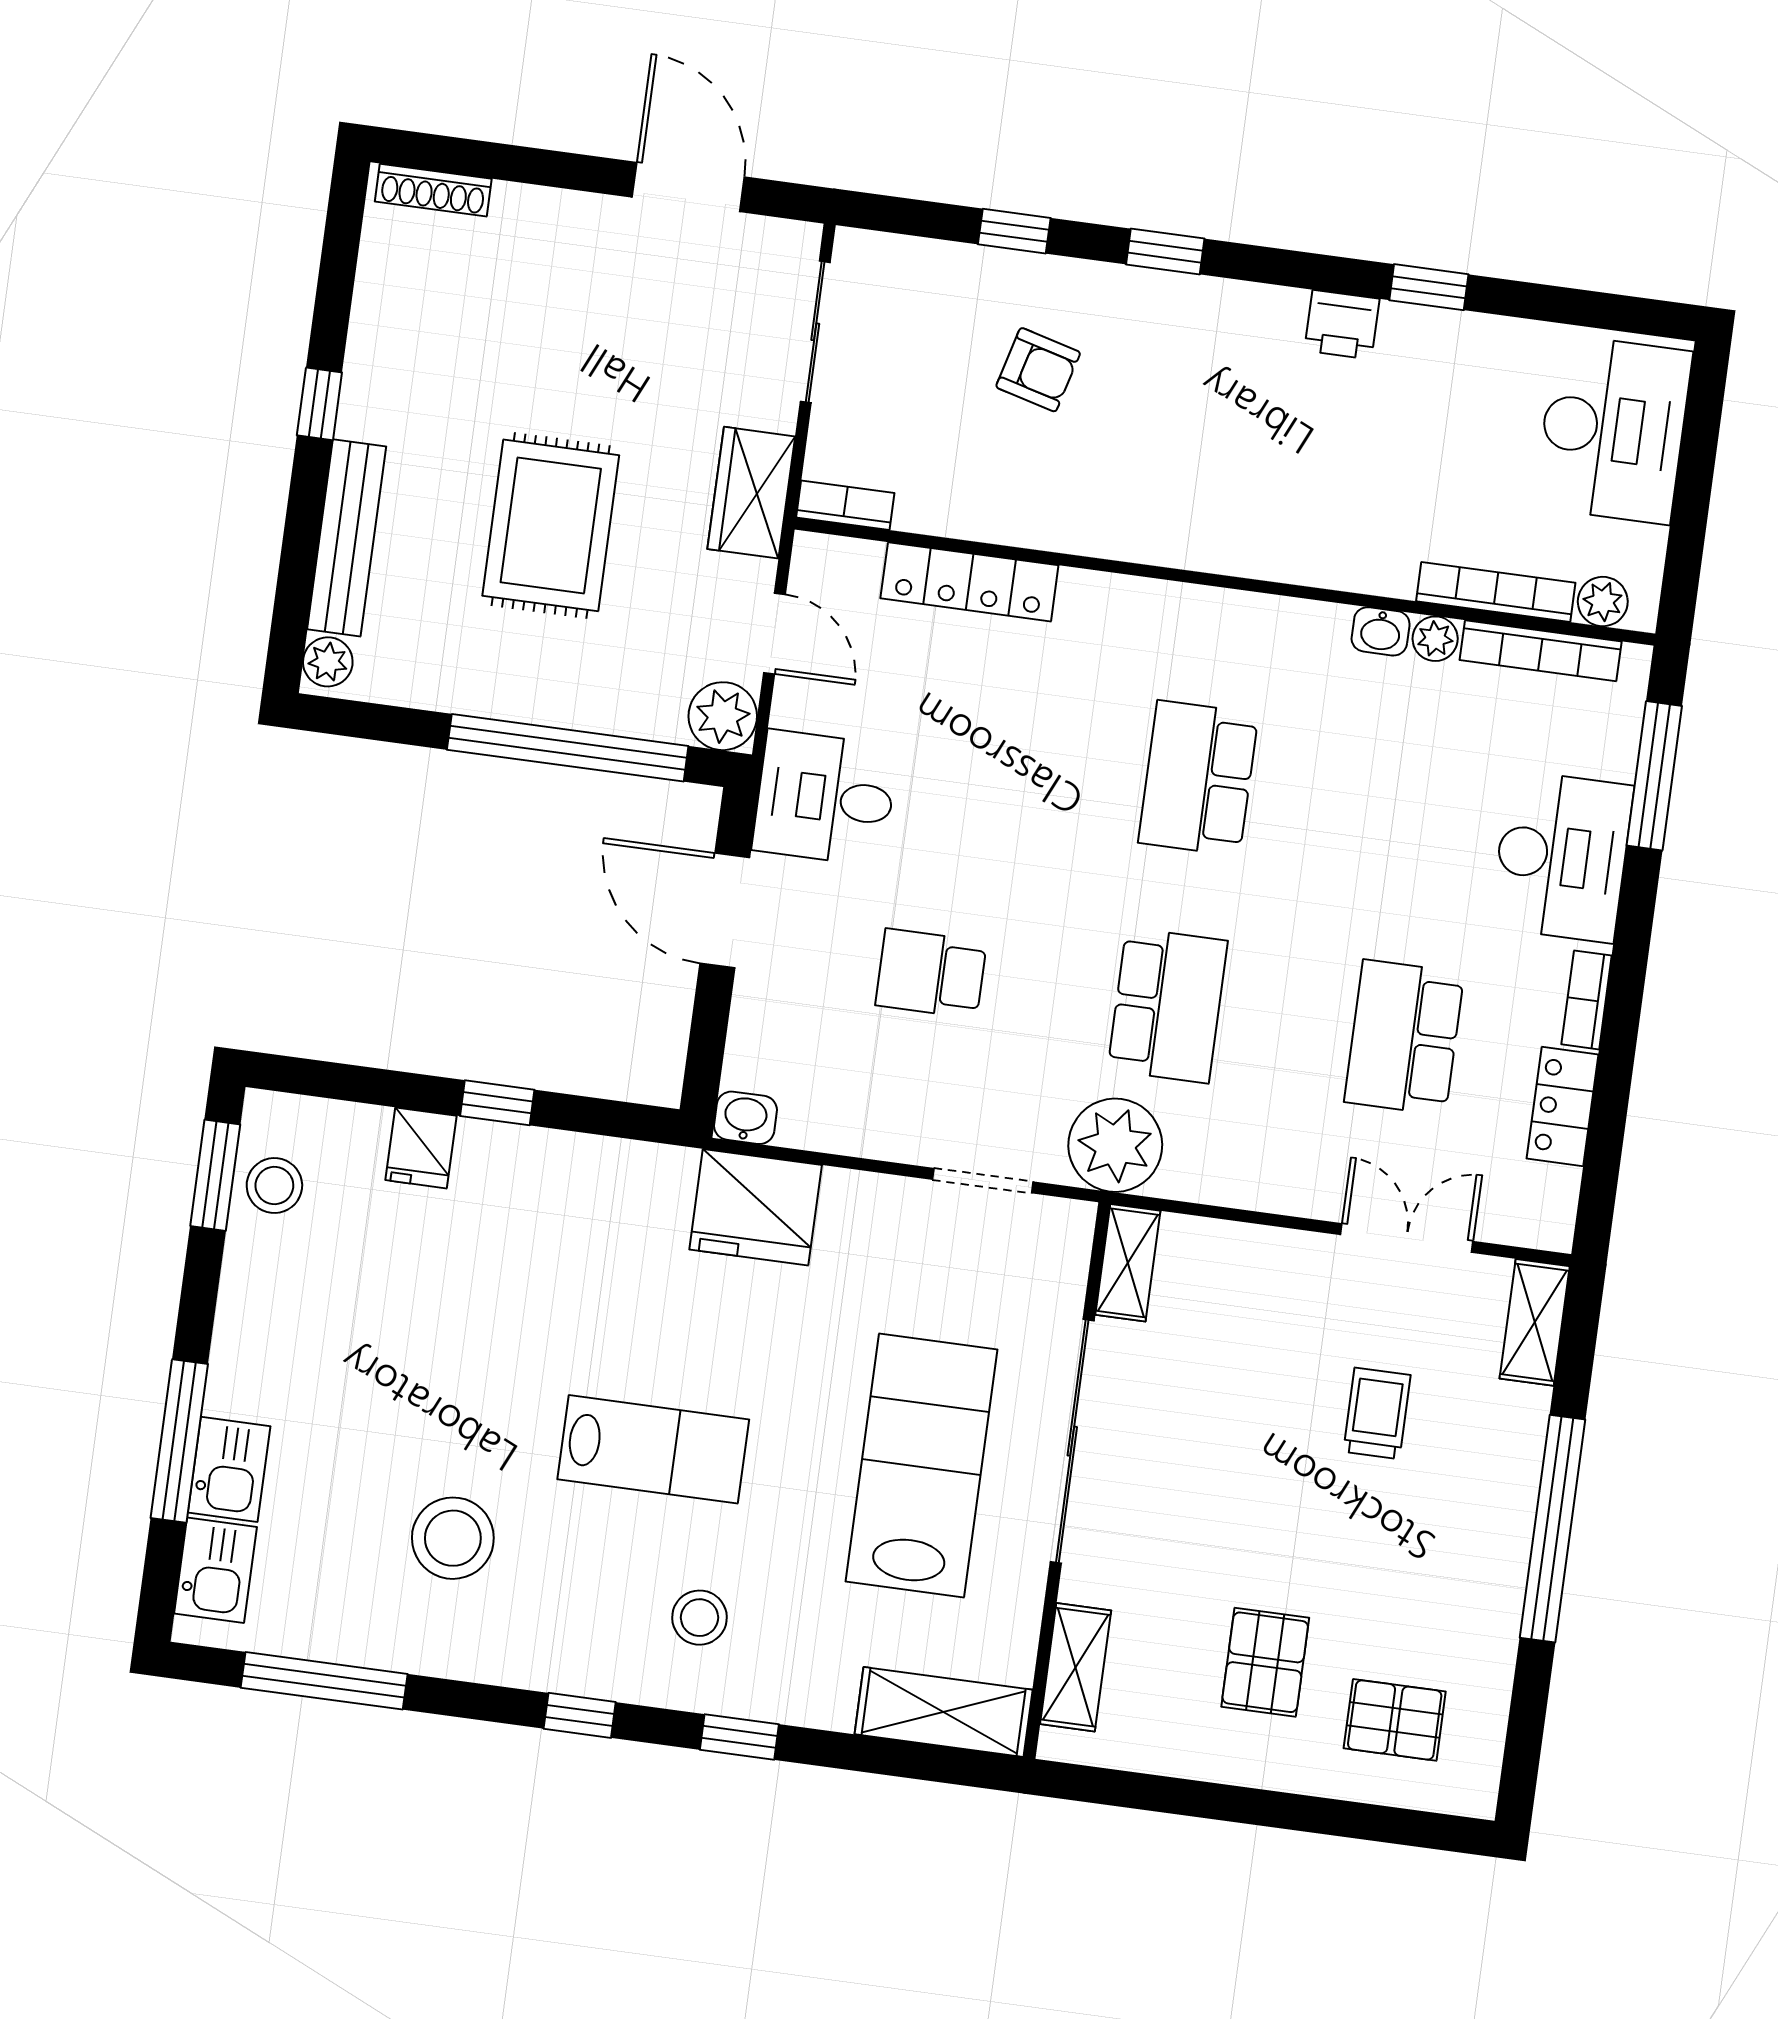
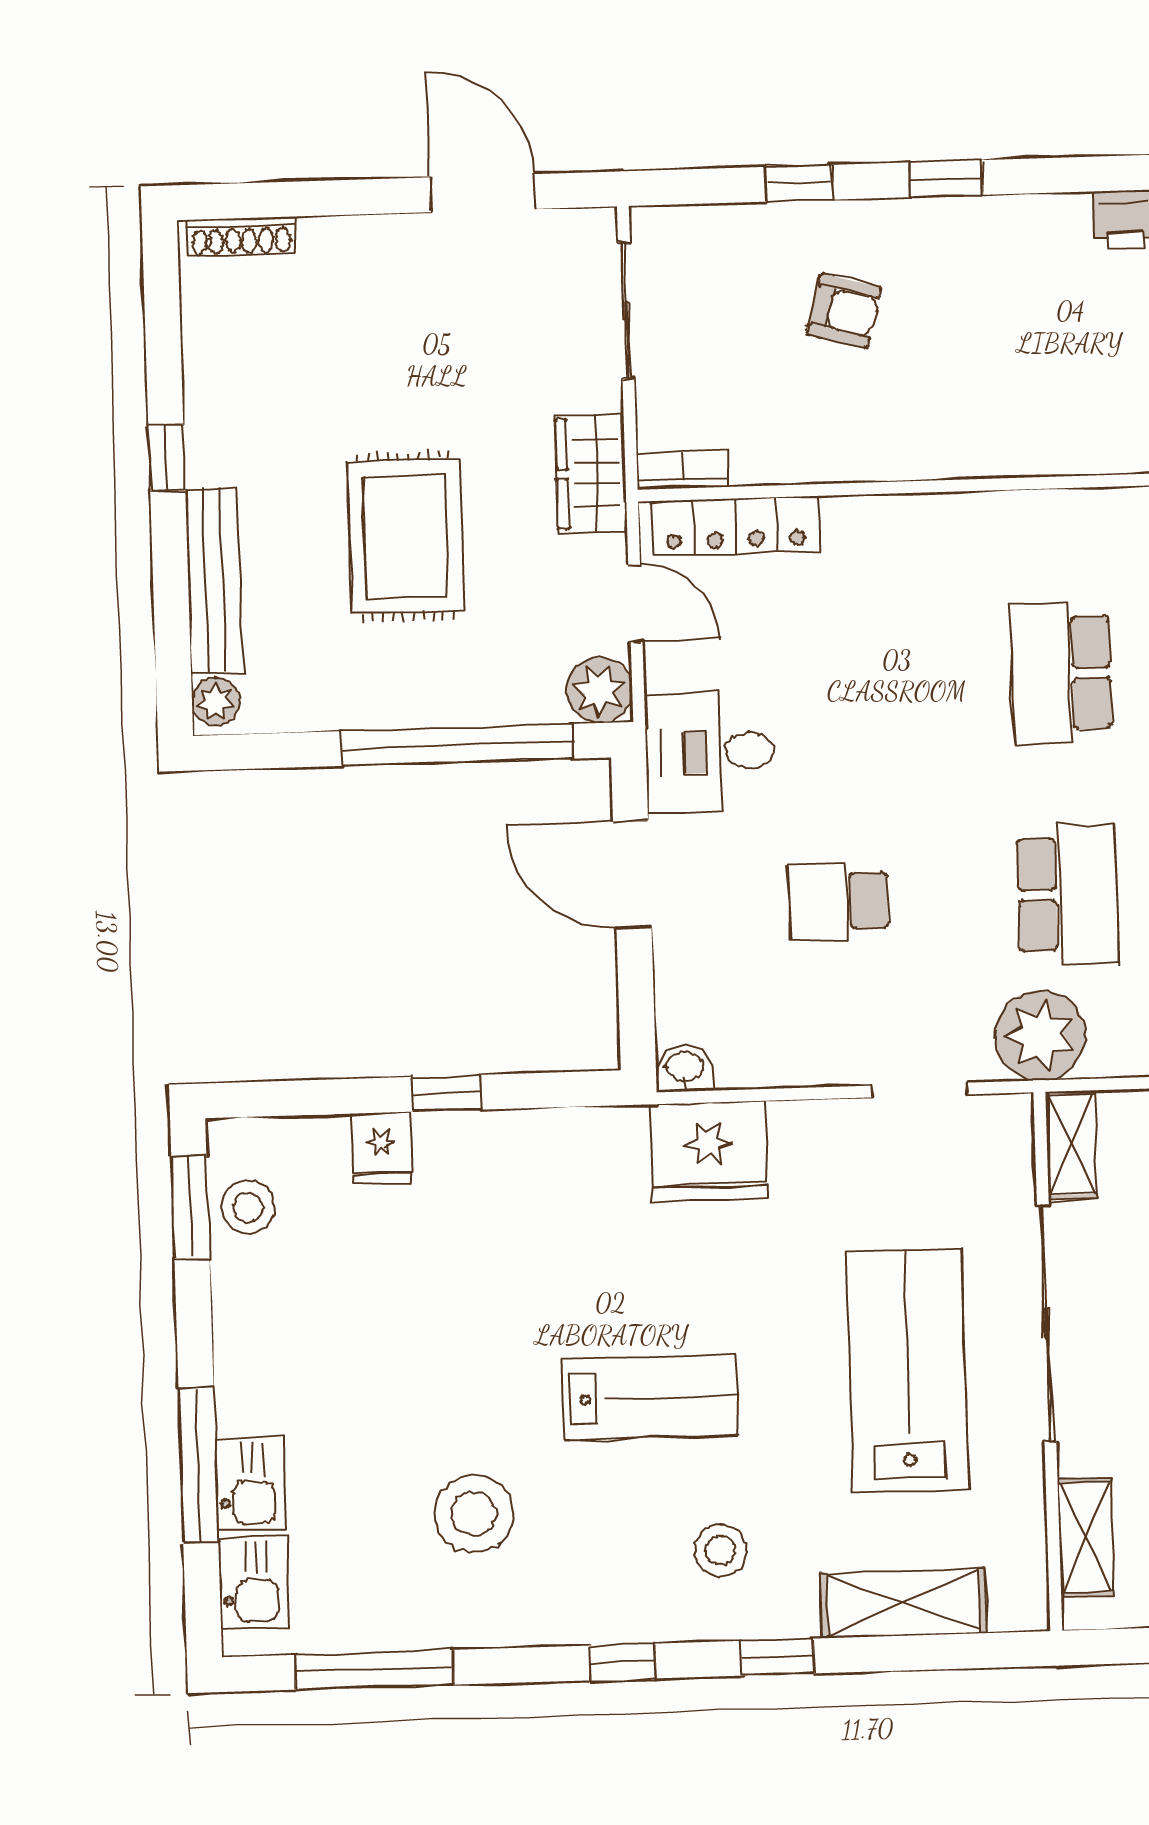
locker: (969, 582) -> (735, 526), moved
shelving: (944, 1712) -> (903, 1603), moved

